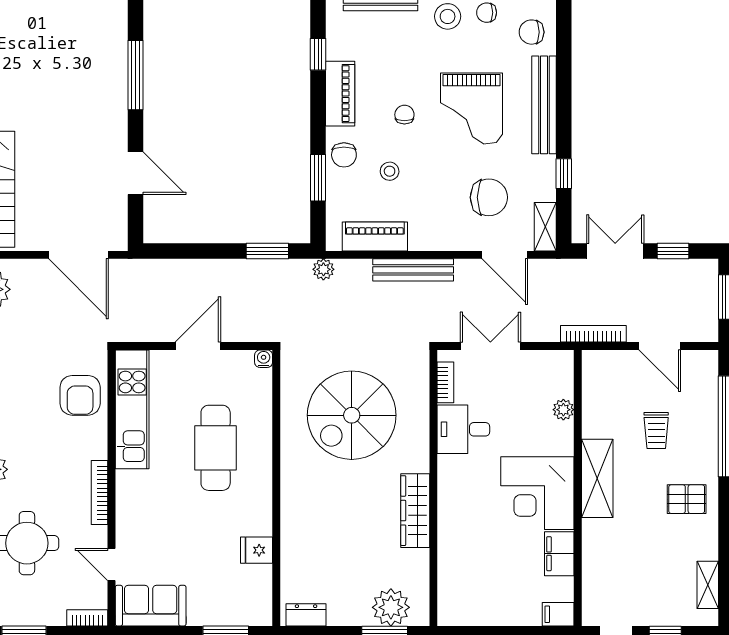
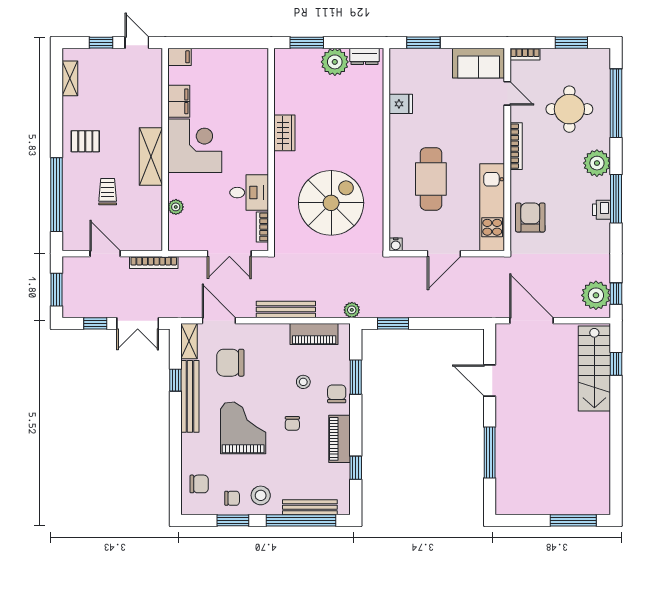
bench: (544, 105) -> (190, 396), moved
wardrobe: (415, 511) -> (284, 133), width x0.67
plant: (391, 607) -> (335, 62), moved

